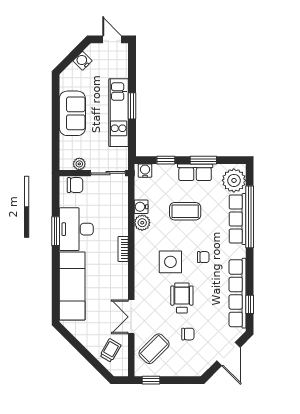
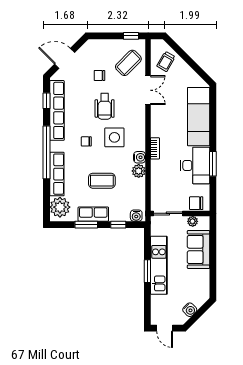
sofa: (72, 113) -> (199, 249), moved
water cooler: (141, 207) -> (140, 157), moved
window: (250, 217) -> (47, 152), moved
door: (228, 354) -> (65, 58), hinge flipped

